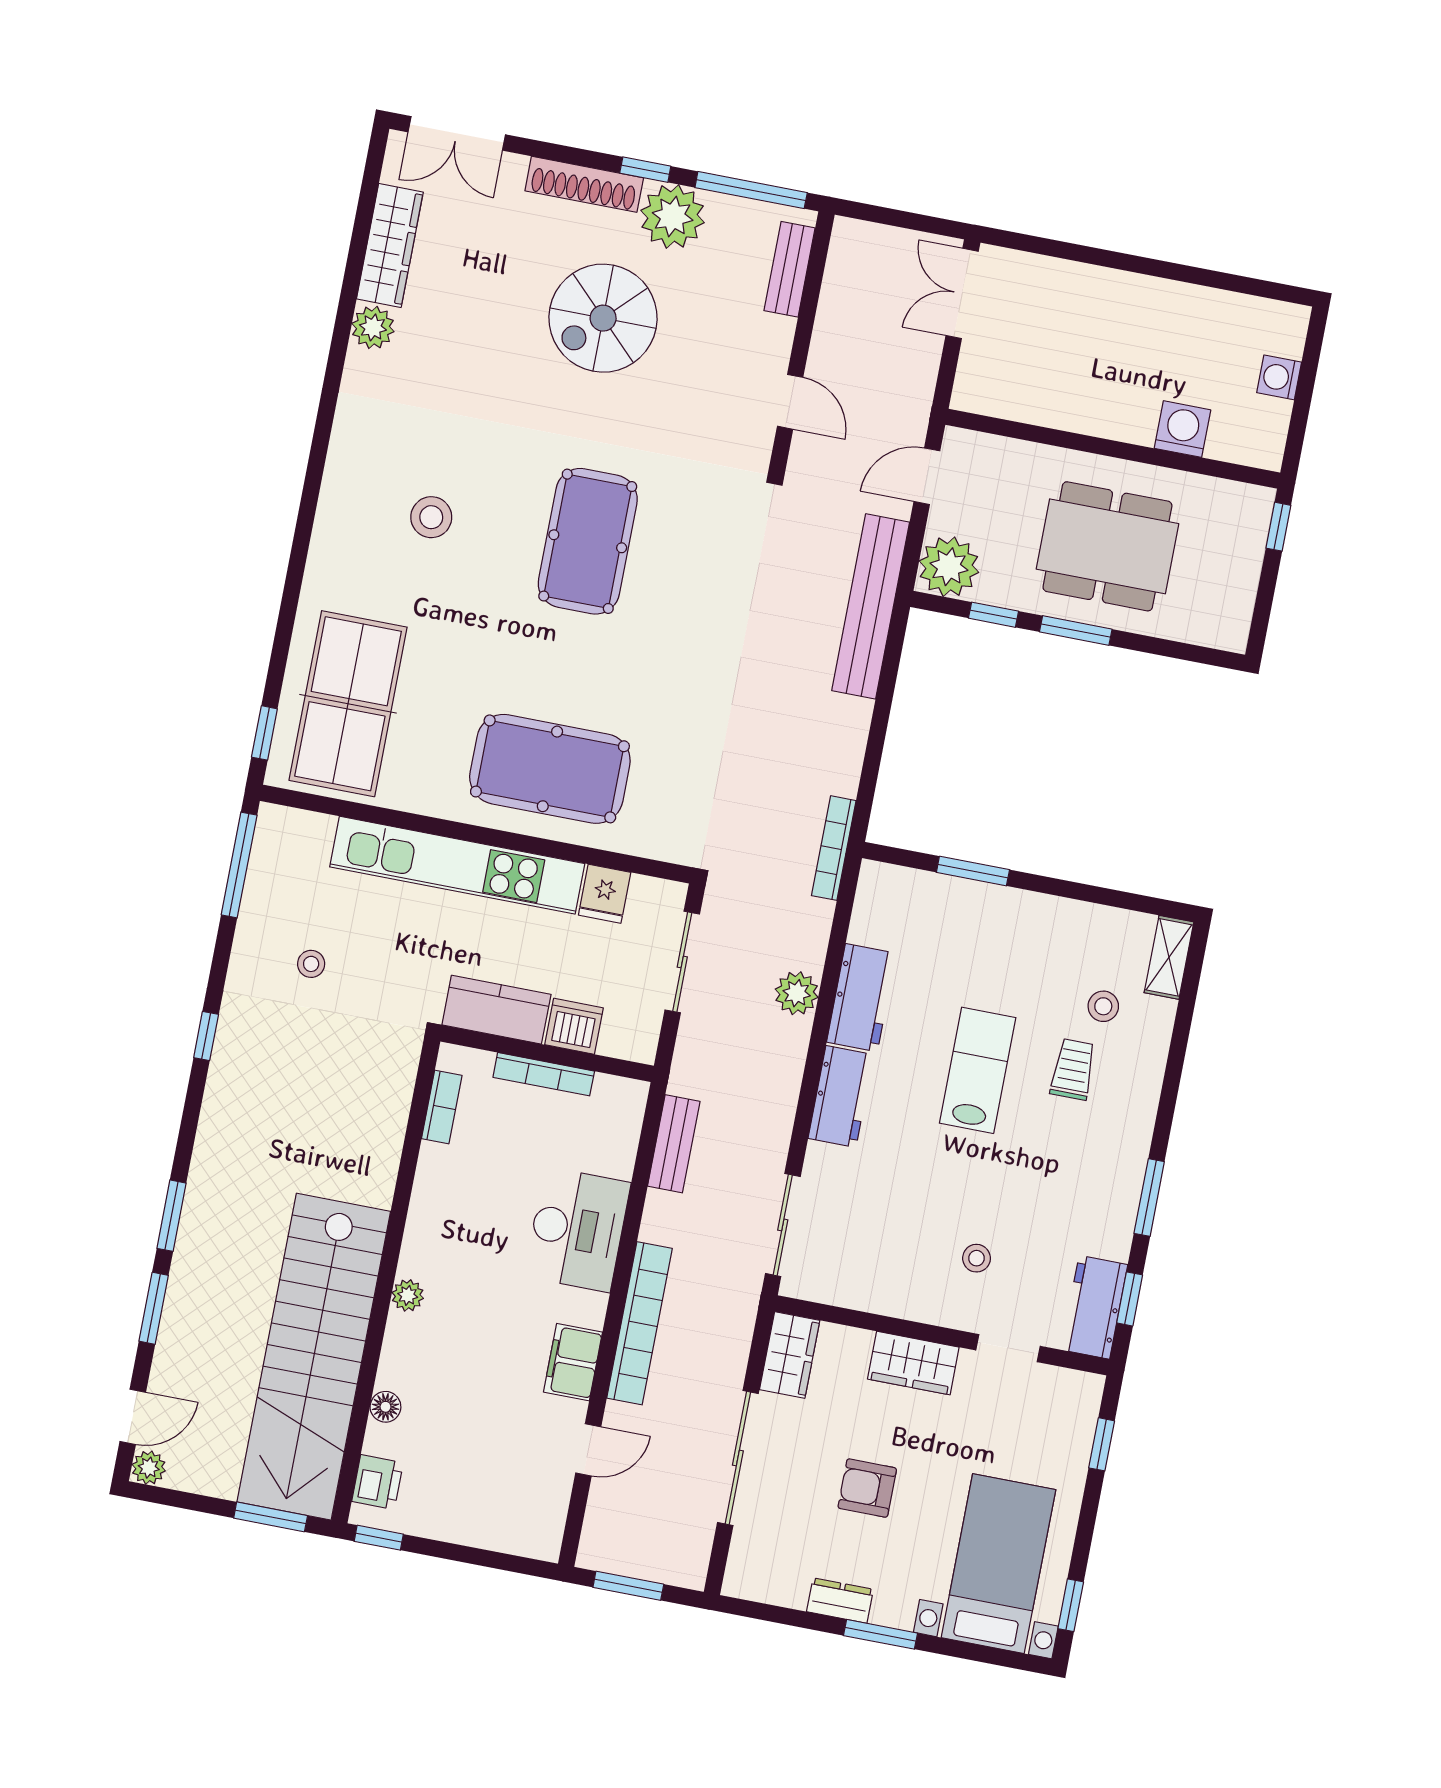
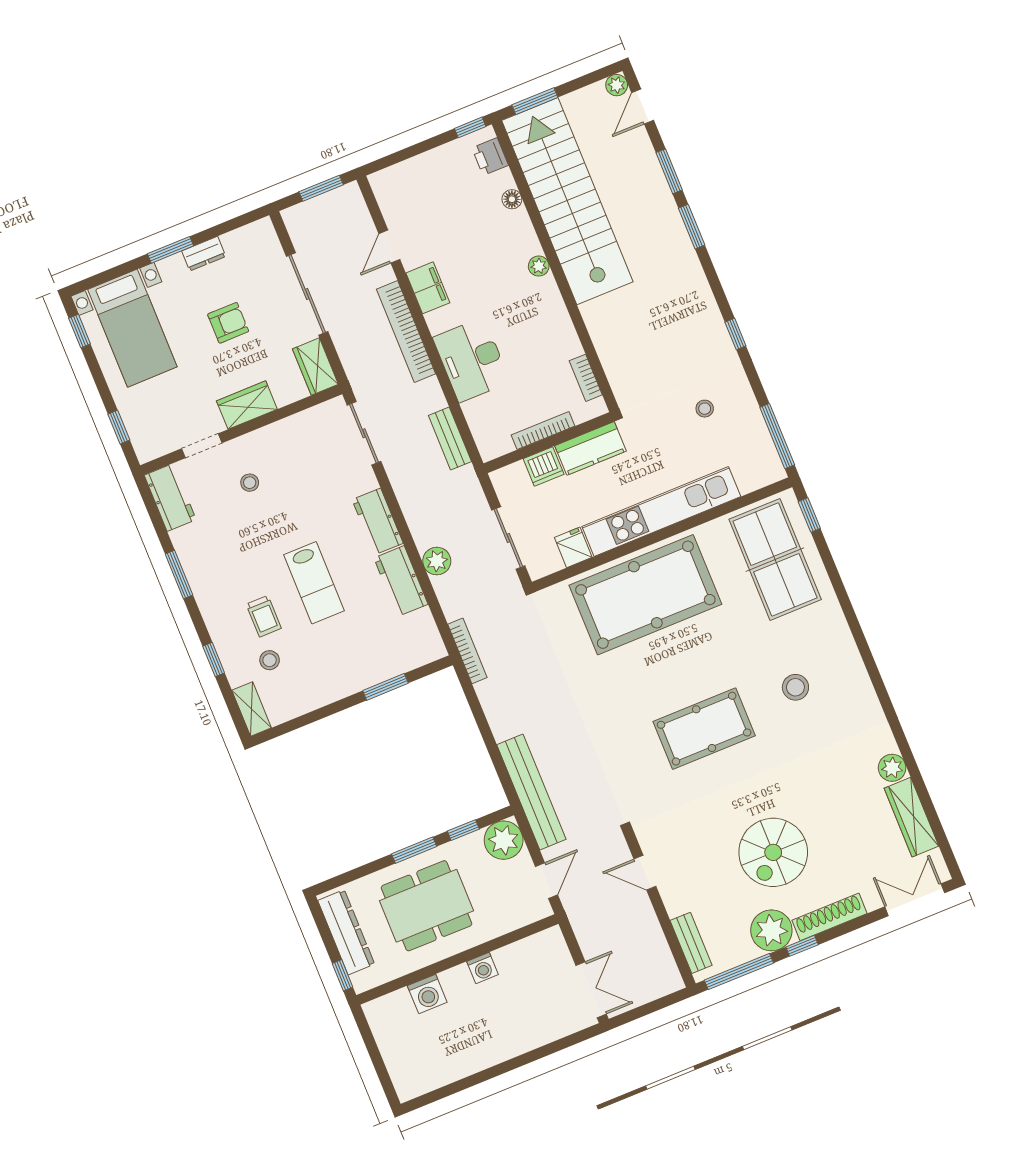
spiral stairs: (603, 318) -> (773, 852), turned 180
washing machine: (1279, 377) -> (482, 968), moved, turned 90
pool table: (588, 541) -> (704, 729), turned 90
dresser: (1236, 581) -> (346, 932), added
pool table: (550, 769) -> (645, 595), width x1.36, depth x1.32
window: (1130, 1299) -> (214, 660), moved

